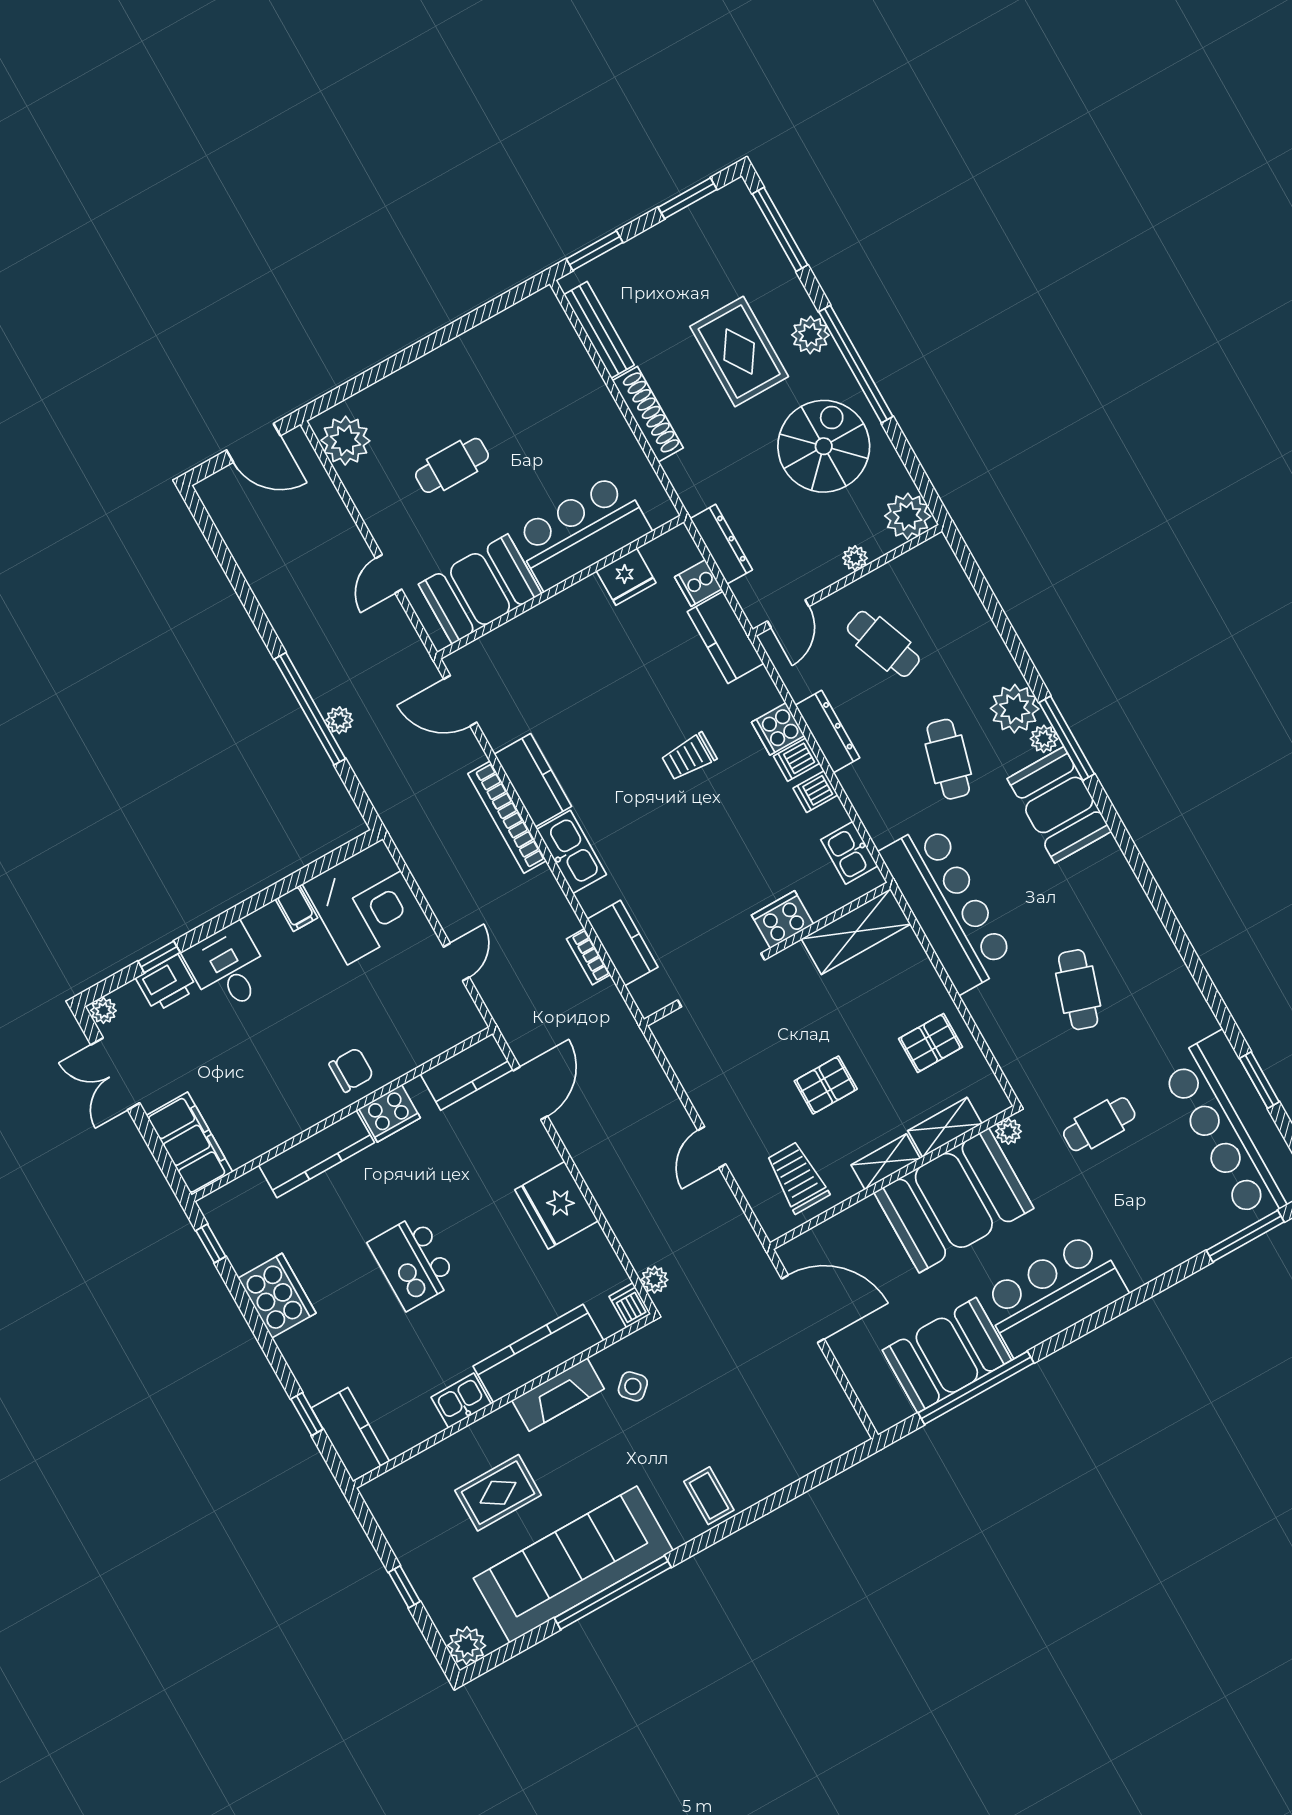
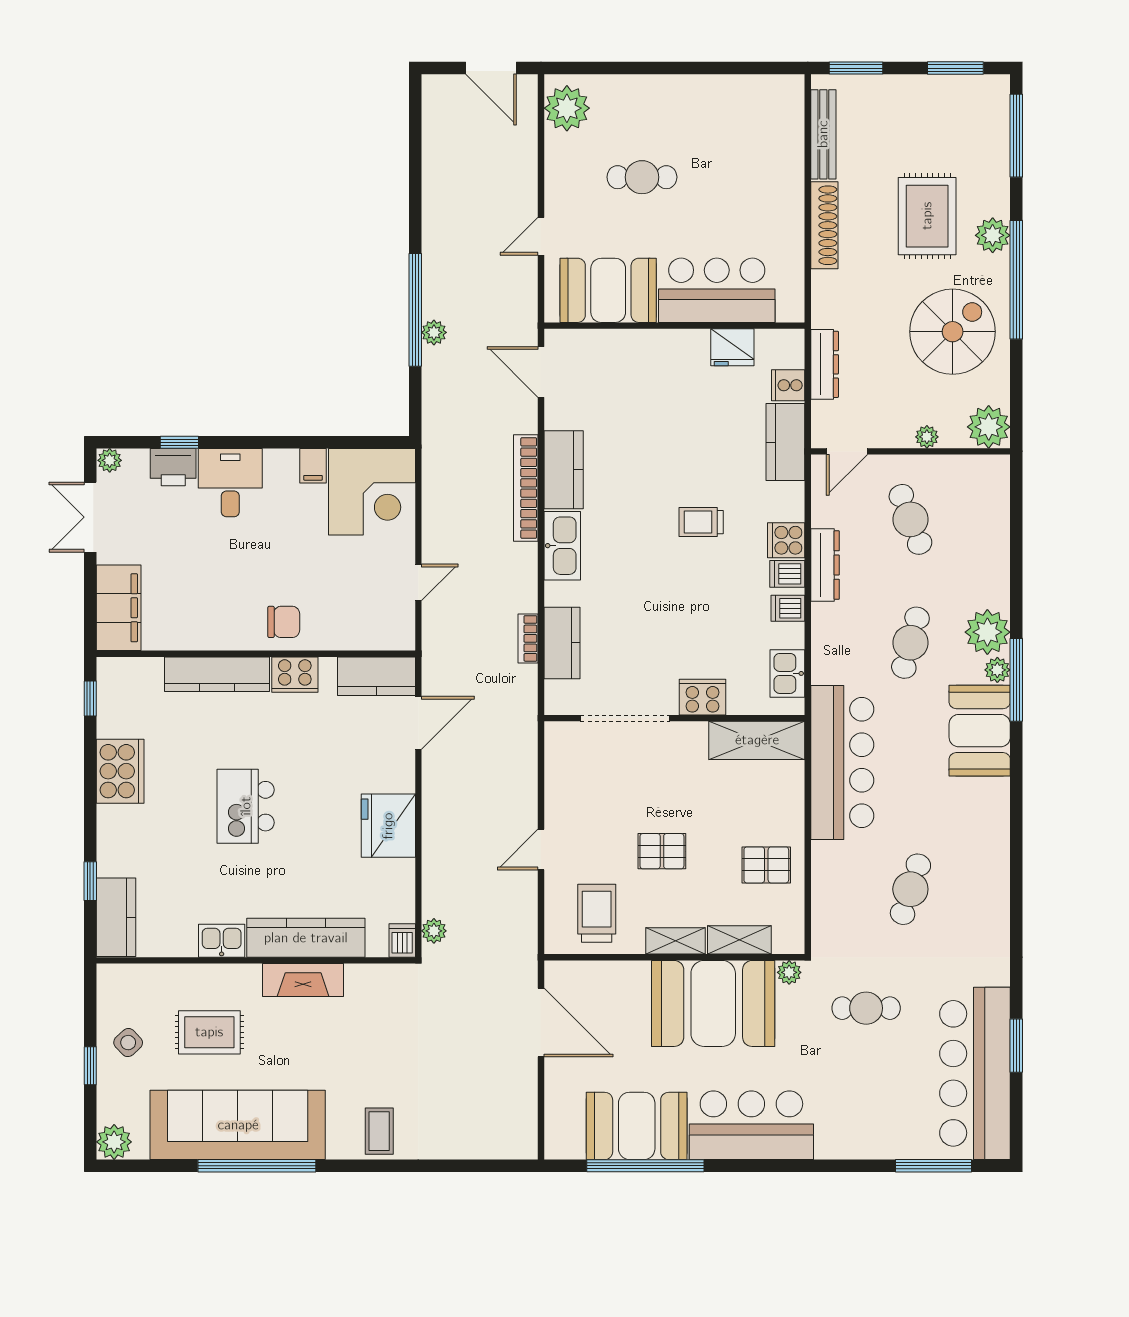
side table: (633, 1386) -> (128, 1043), moved

